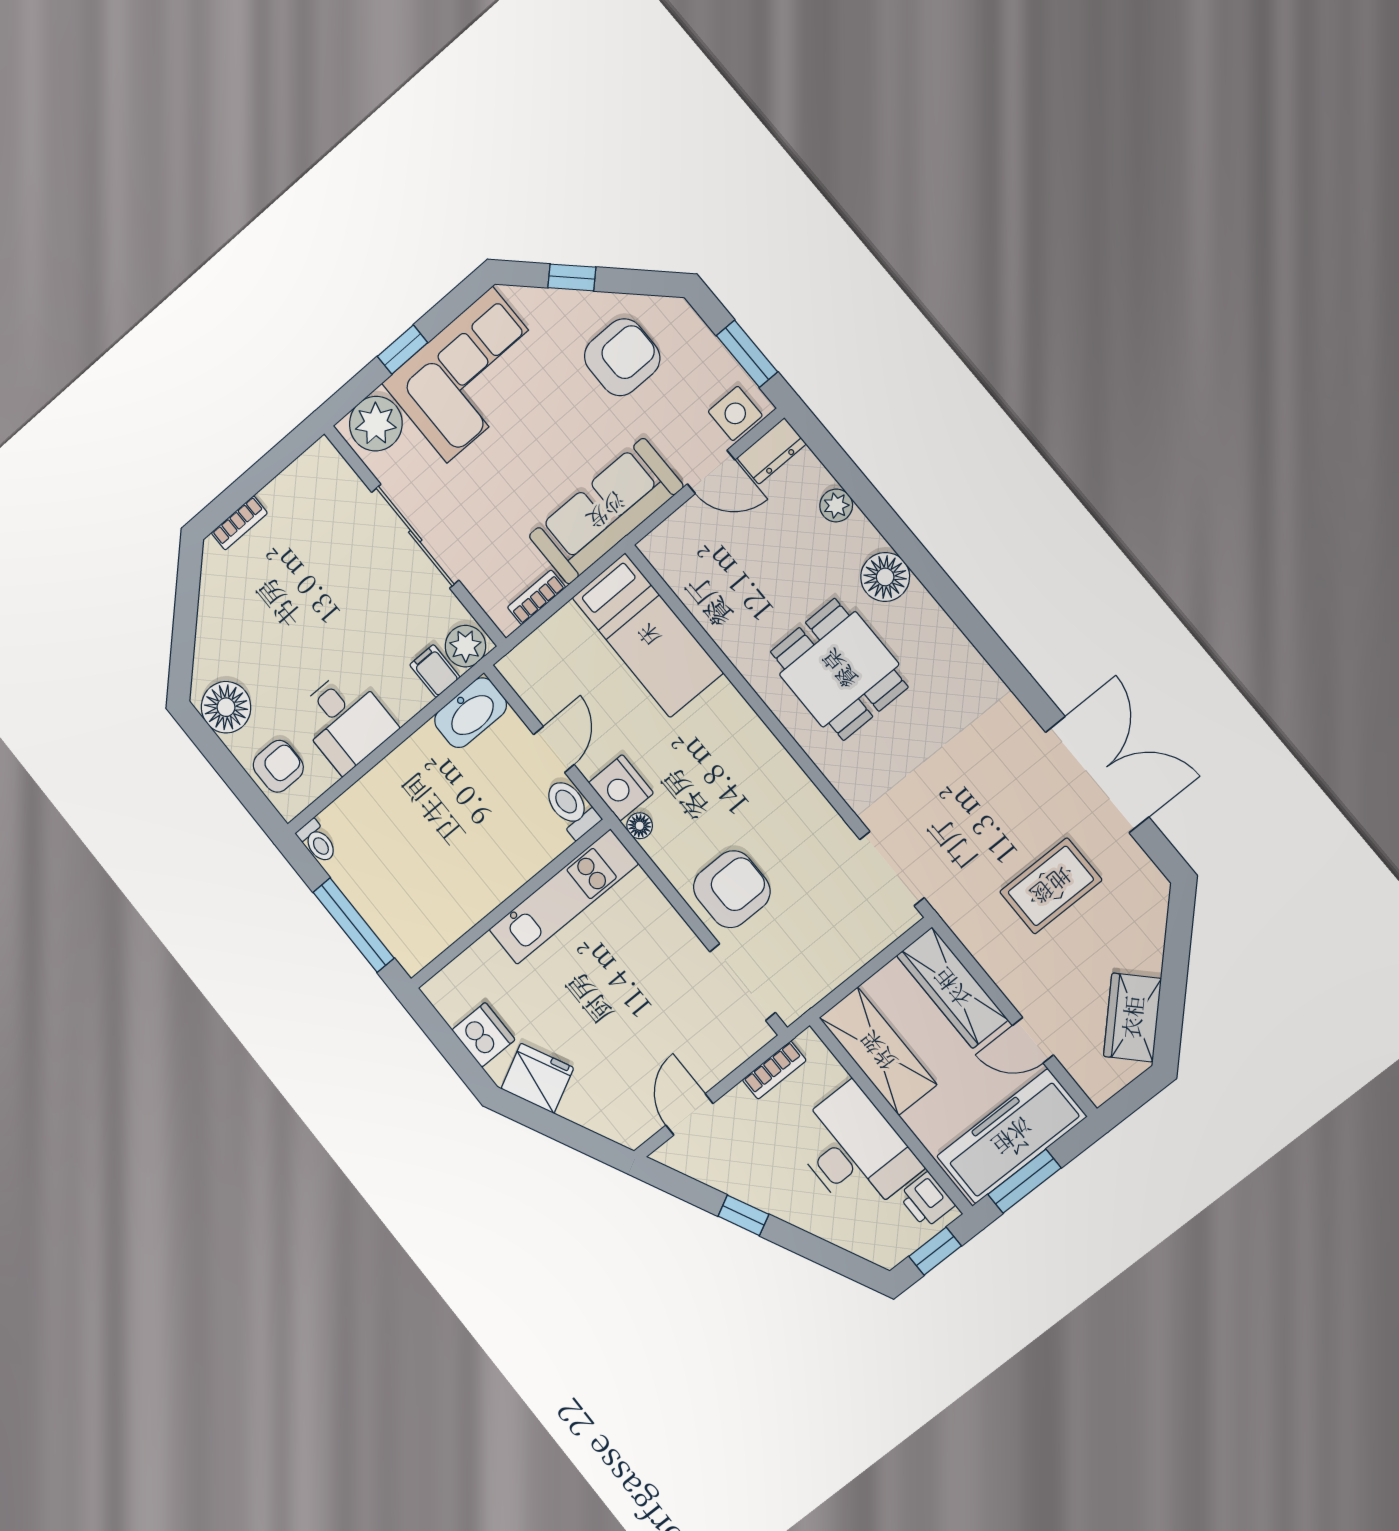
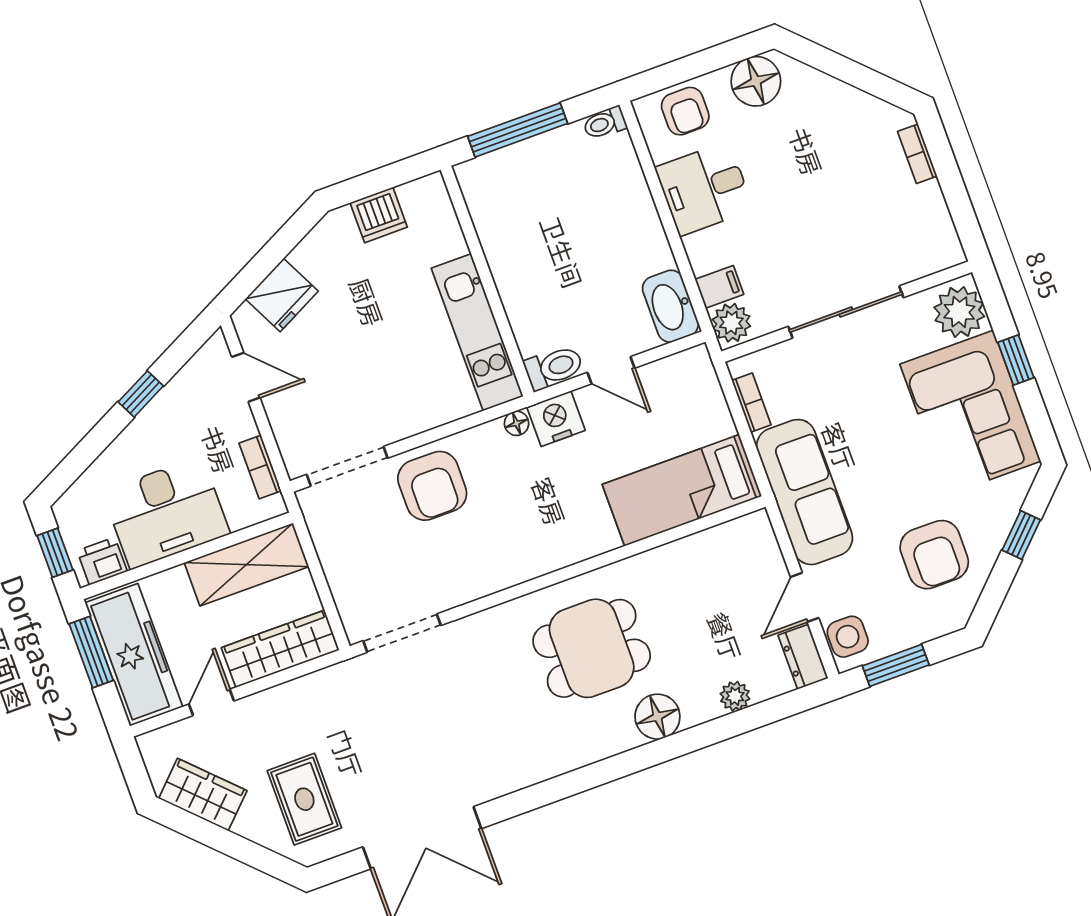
rug: (1051, 886) -> (304, 799), moved
fridge: (537, 1078) -> (282, 295), moved

